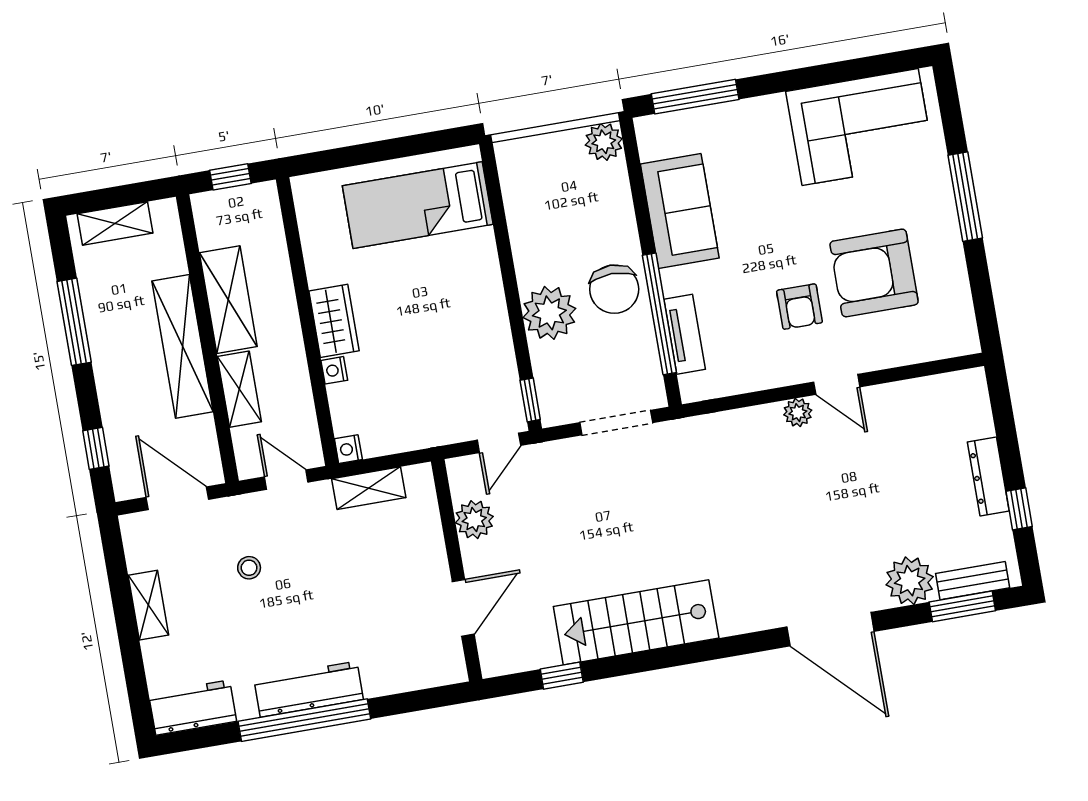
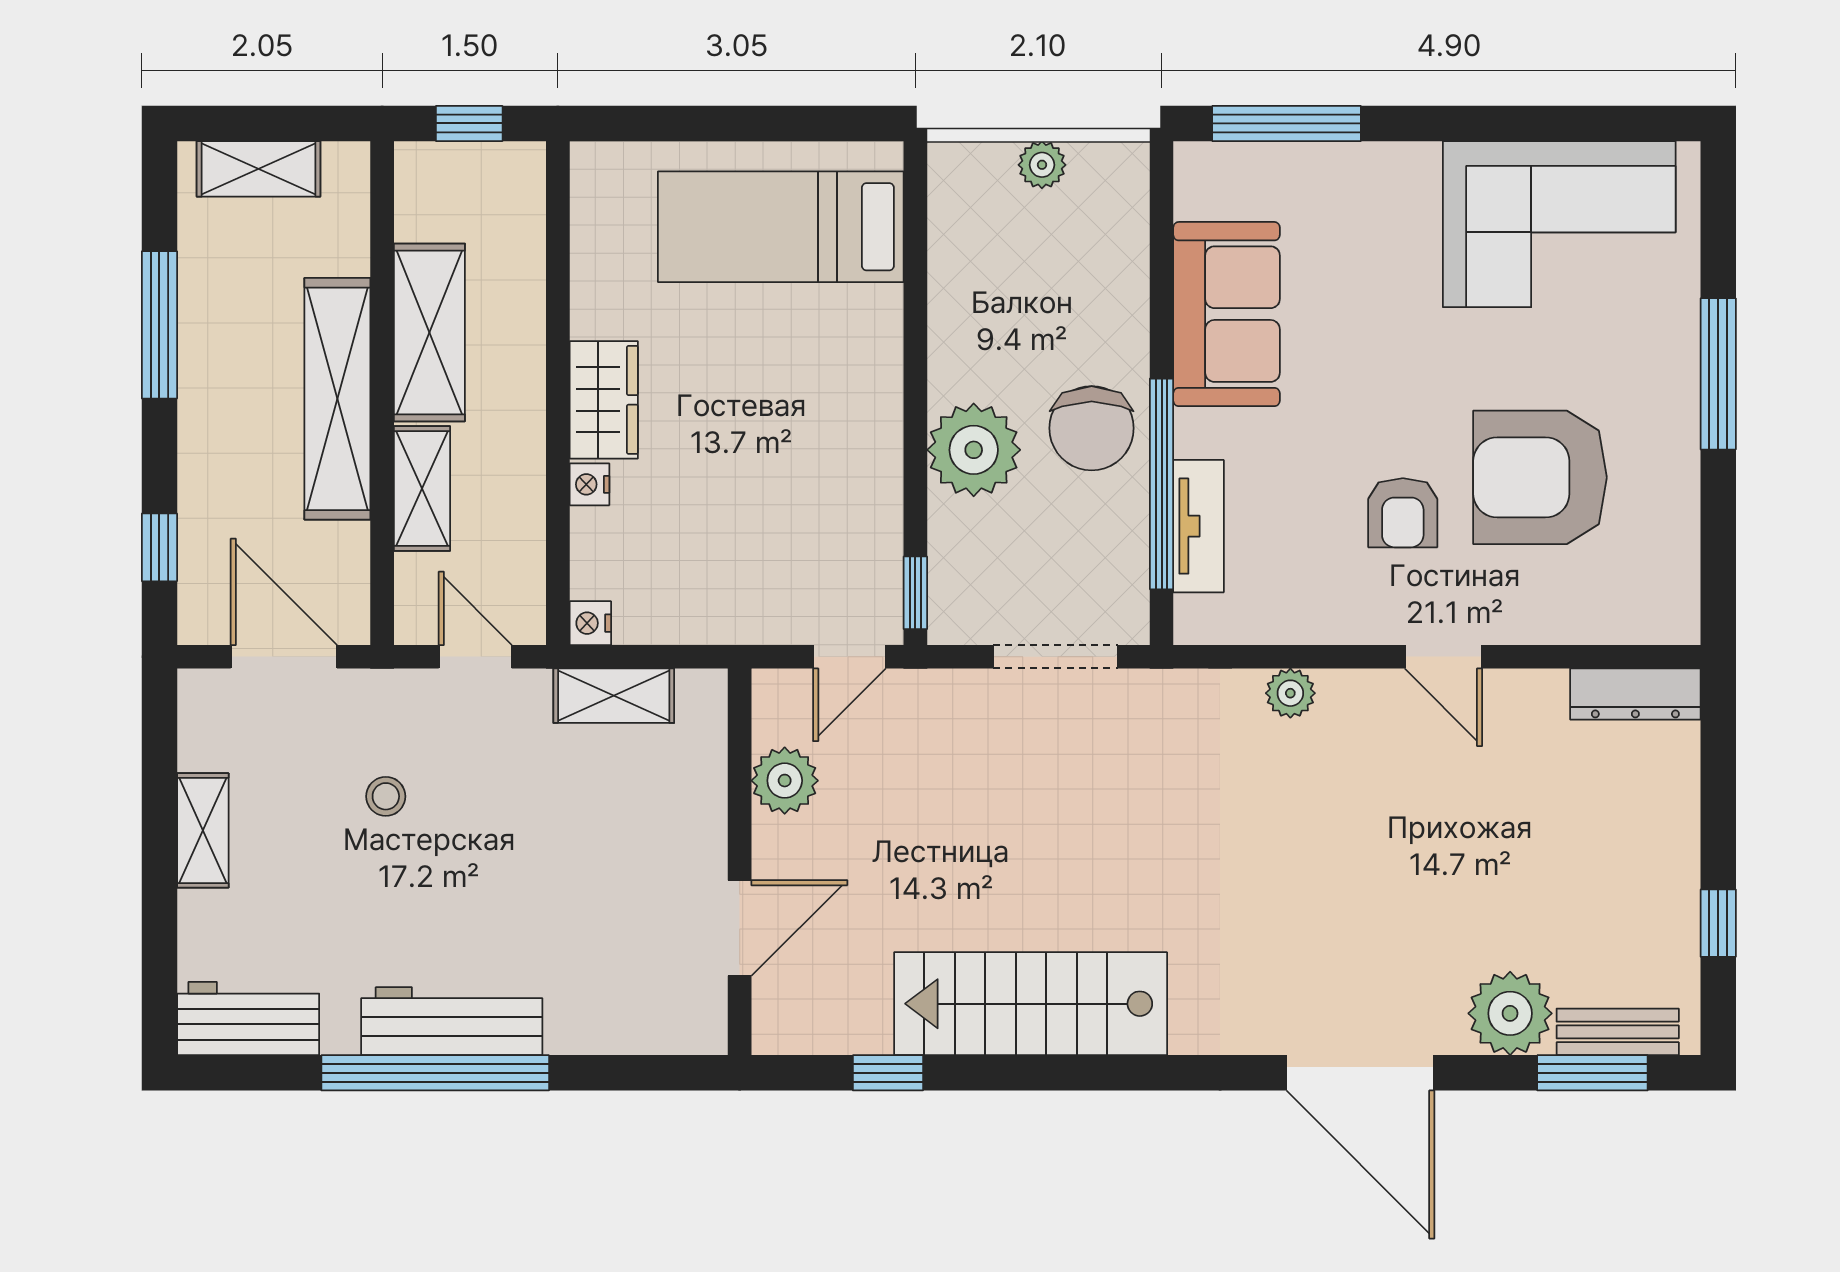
plant: (604, 142) -> (1042, 165), moved, width x0.73, depth x0.73
plant: (798, 413) -> (1290, 693), moved
dresser: (988, 476) -> (1635, 694), moved, turned -90

